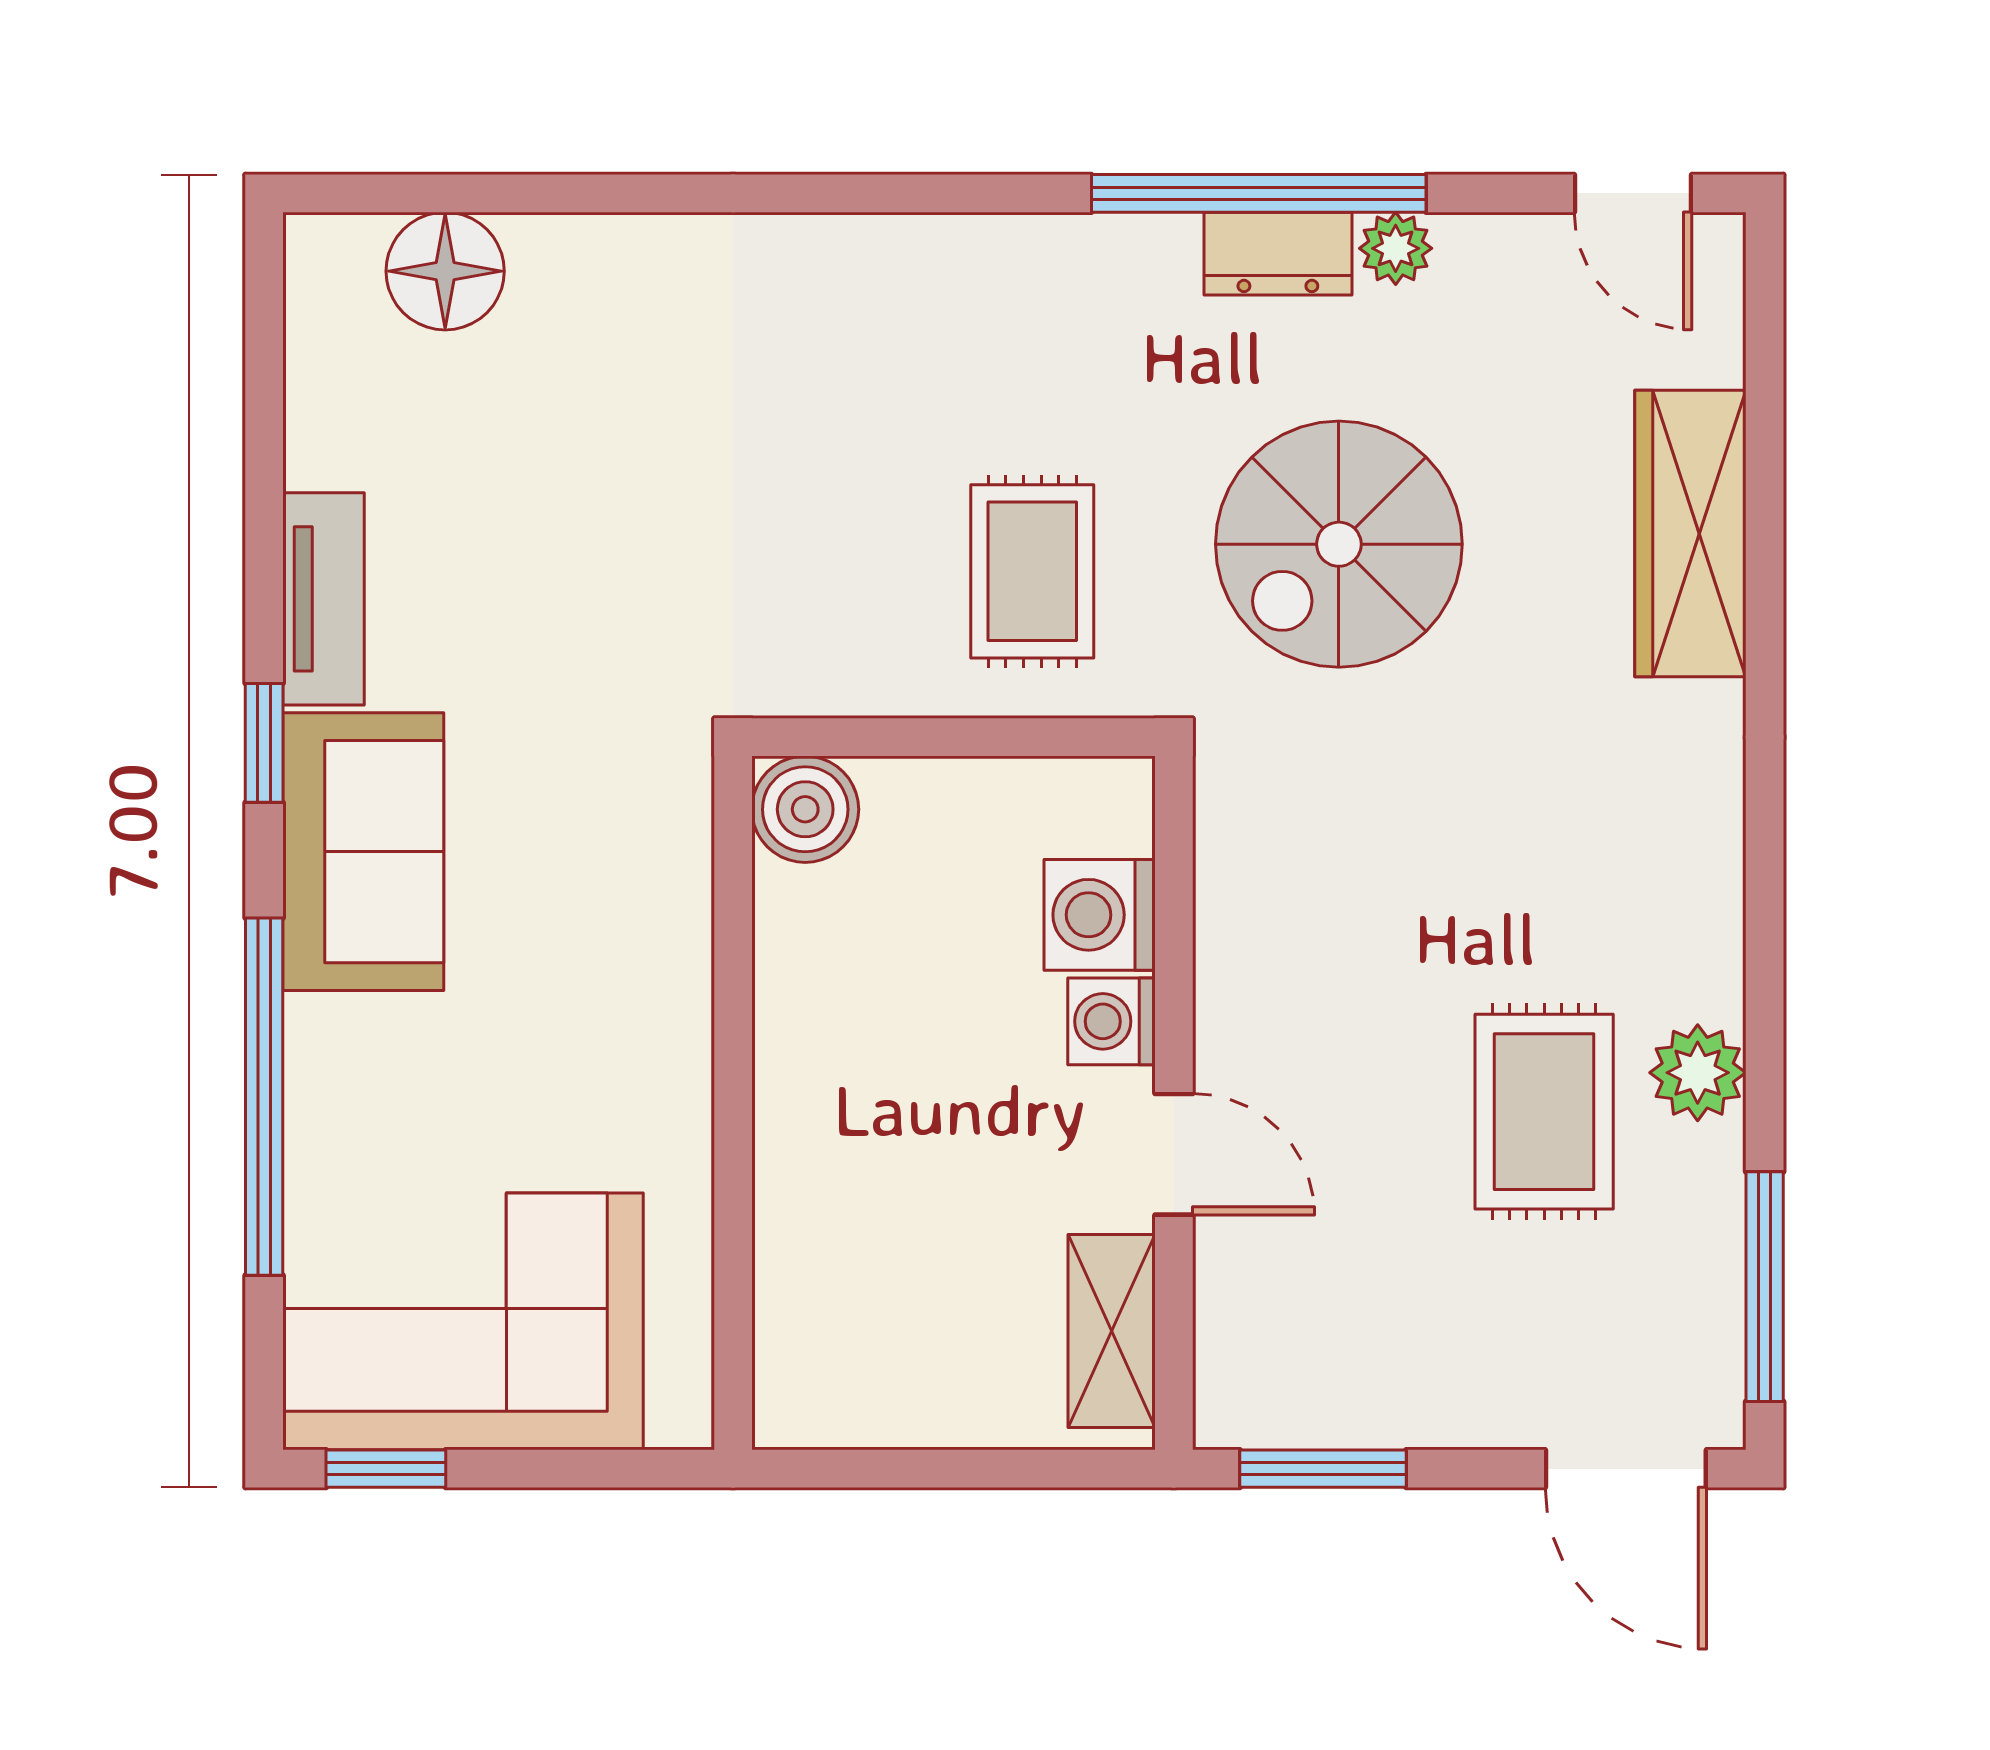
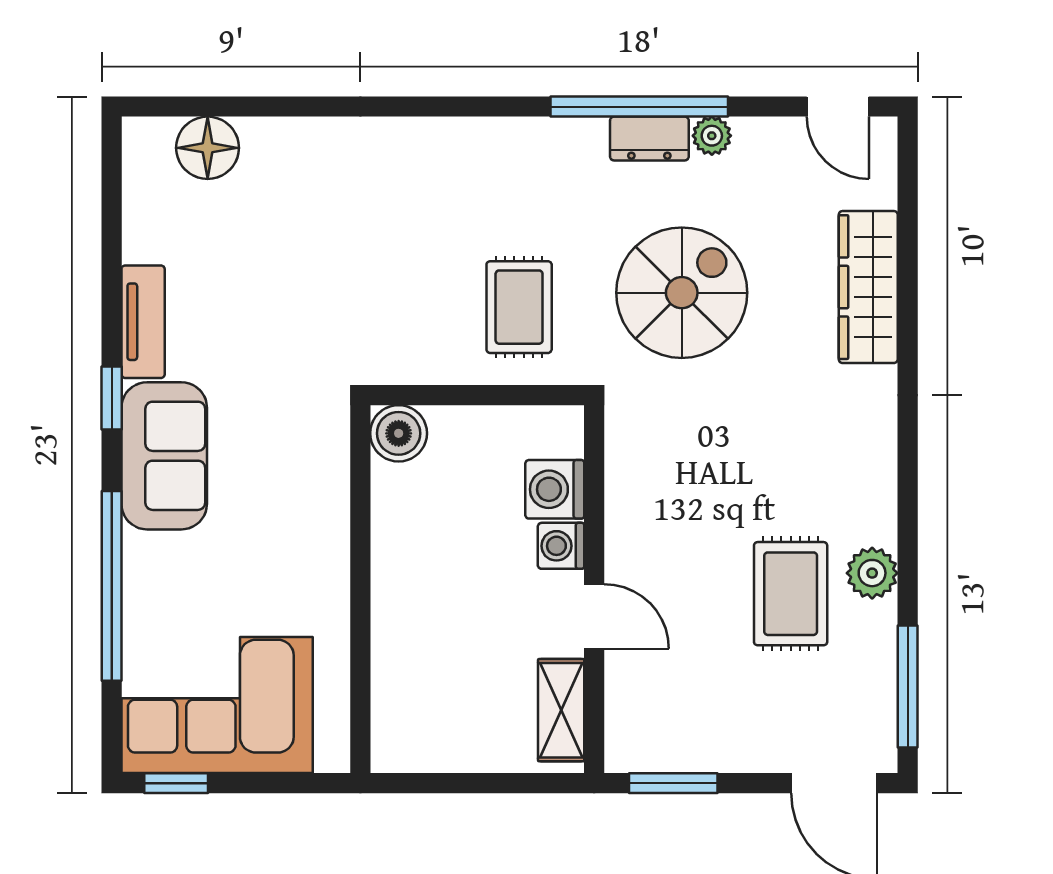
spiral stairs: (1339, 544) -> (682, 293), turned 180

